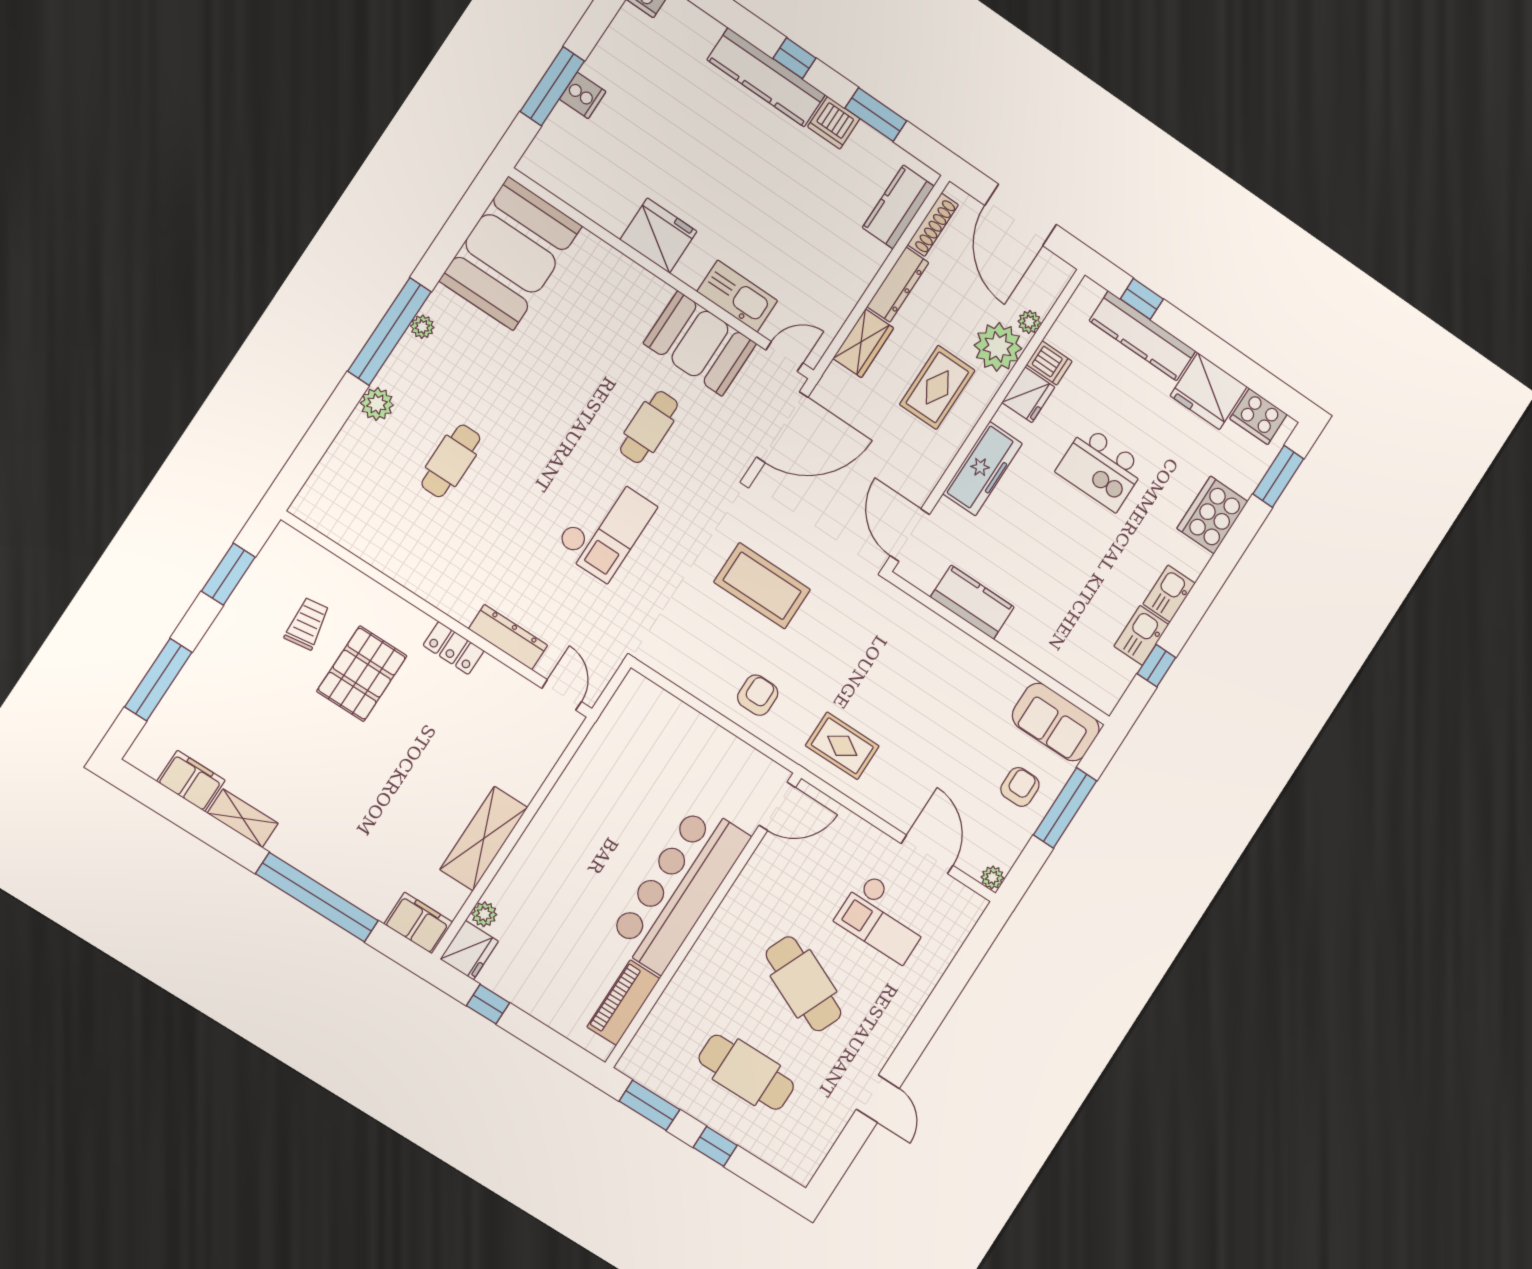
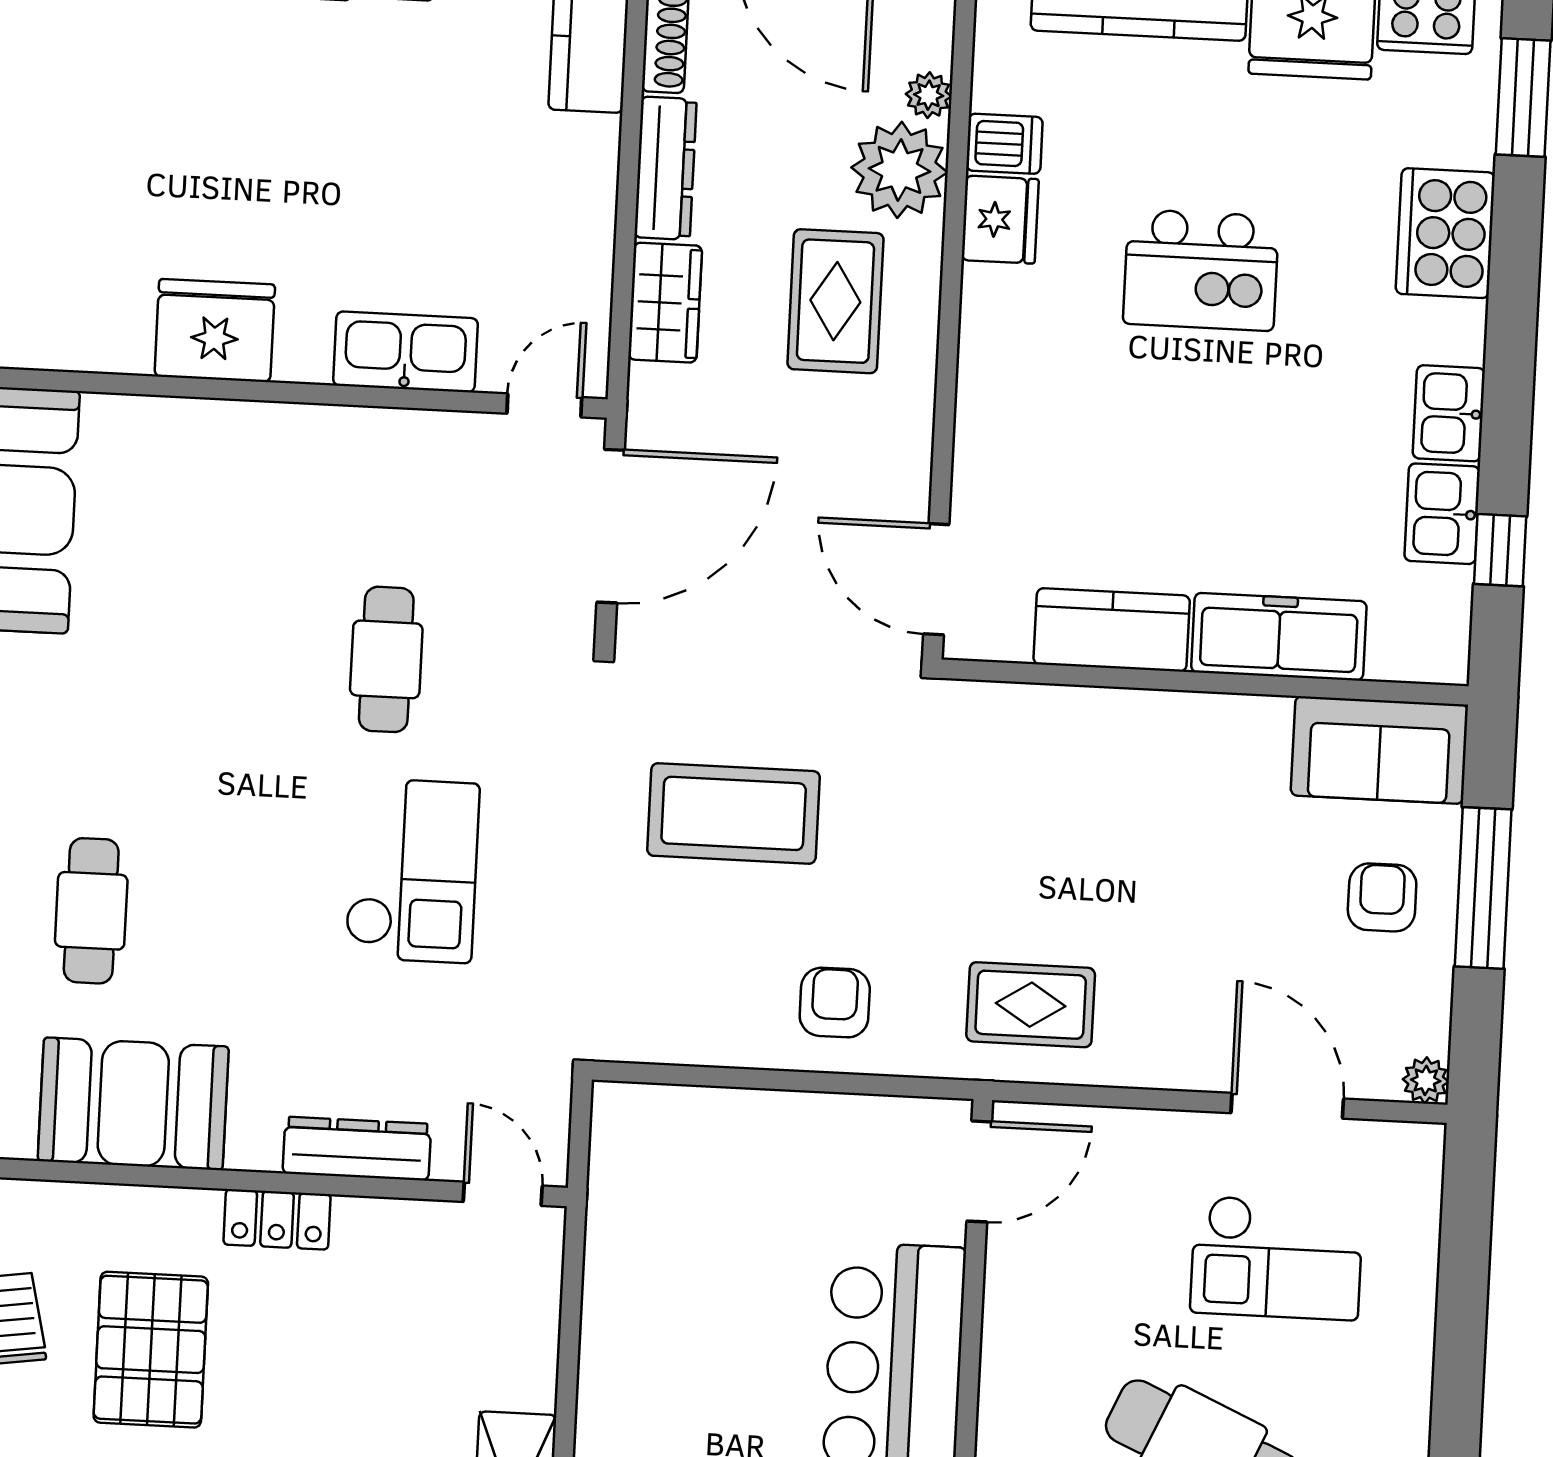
booth: (700, 344) -> (133, 1104), moved
freezer: (982, 469) -> (1279, 637), moved, turned -90

